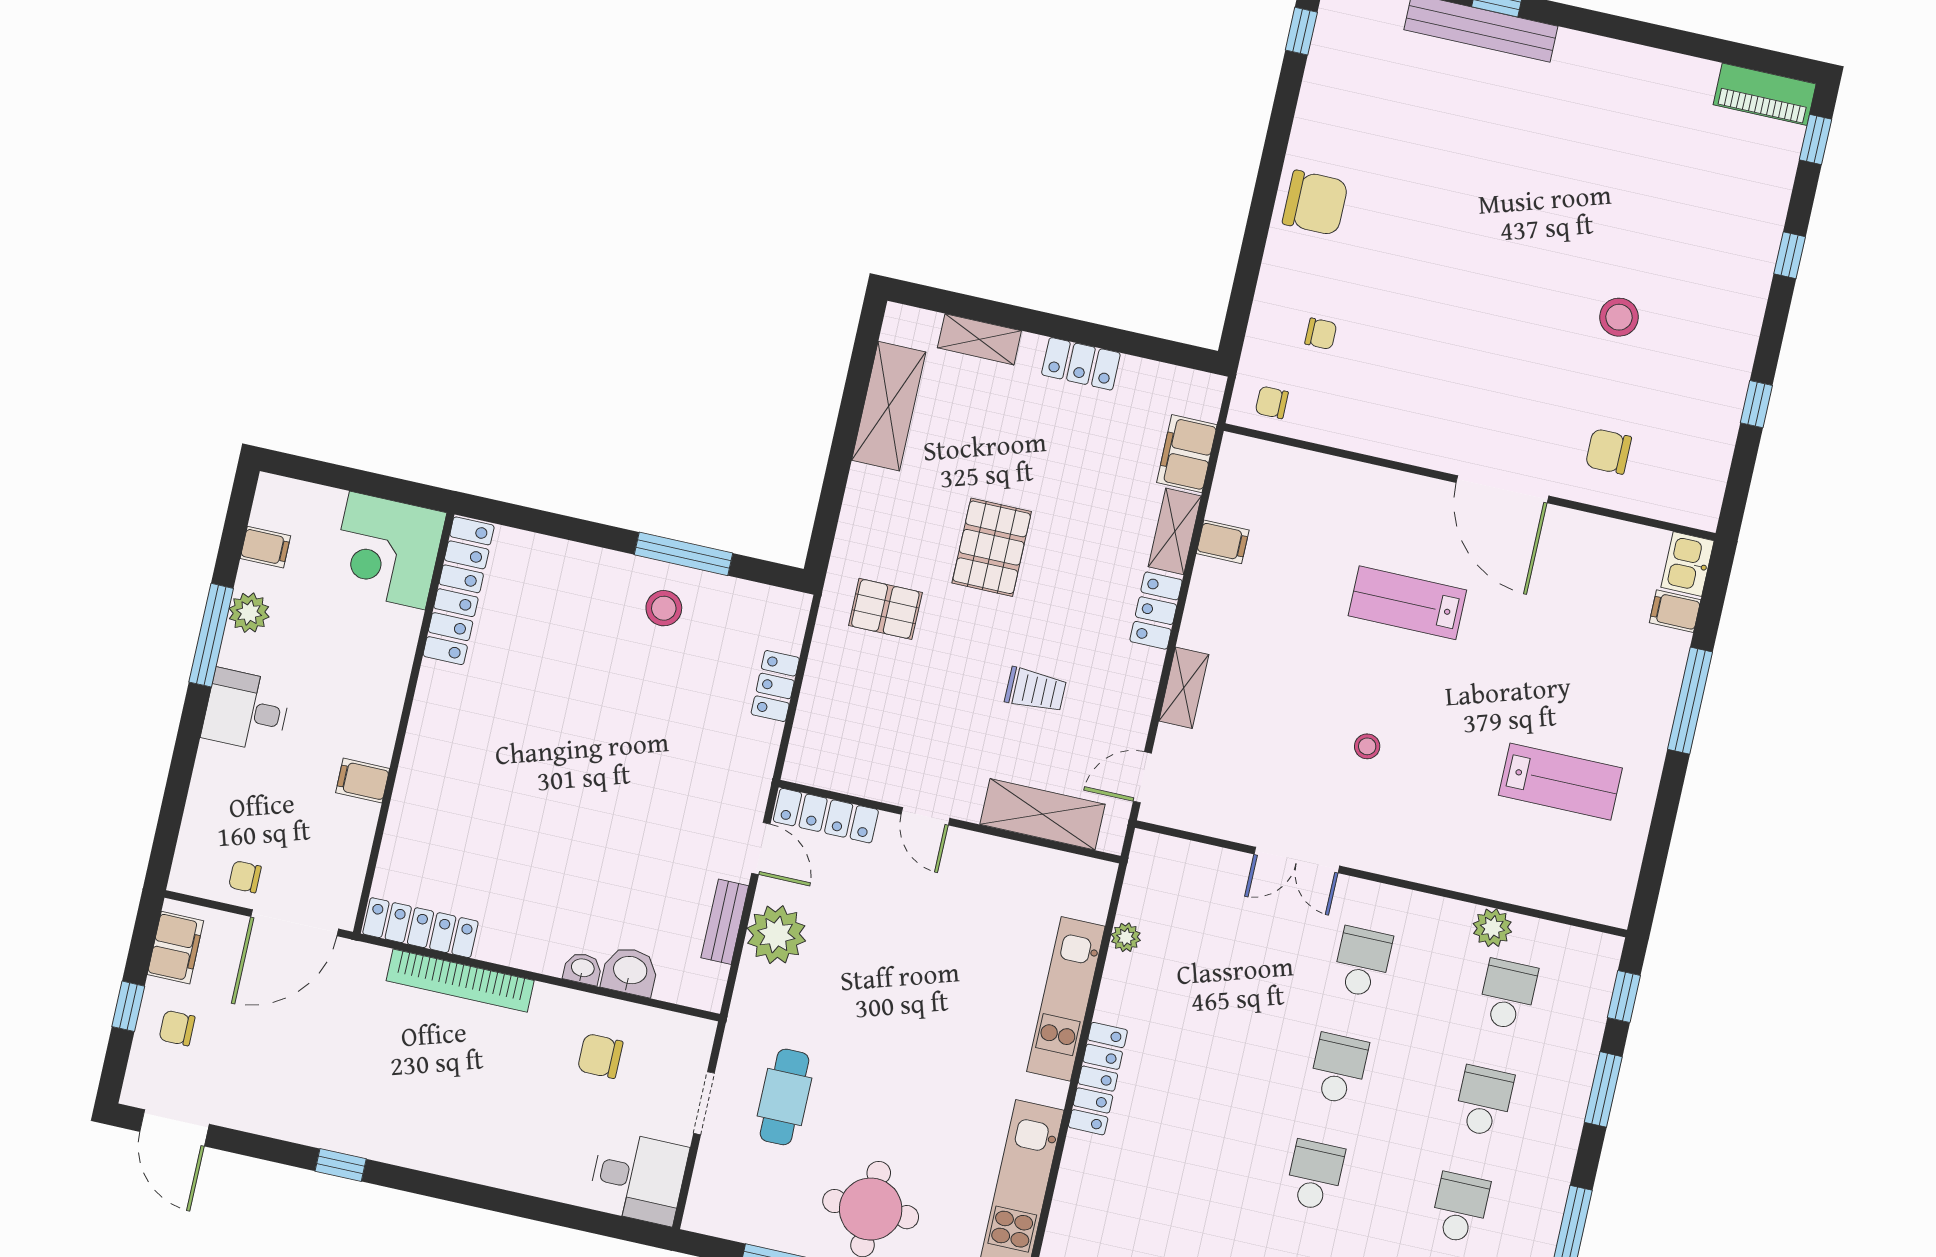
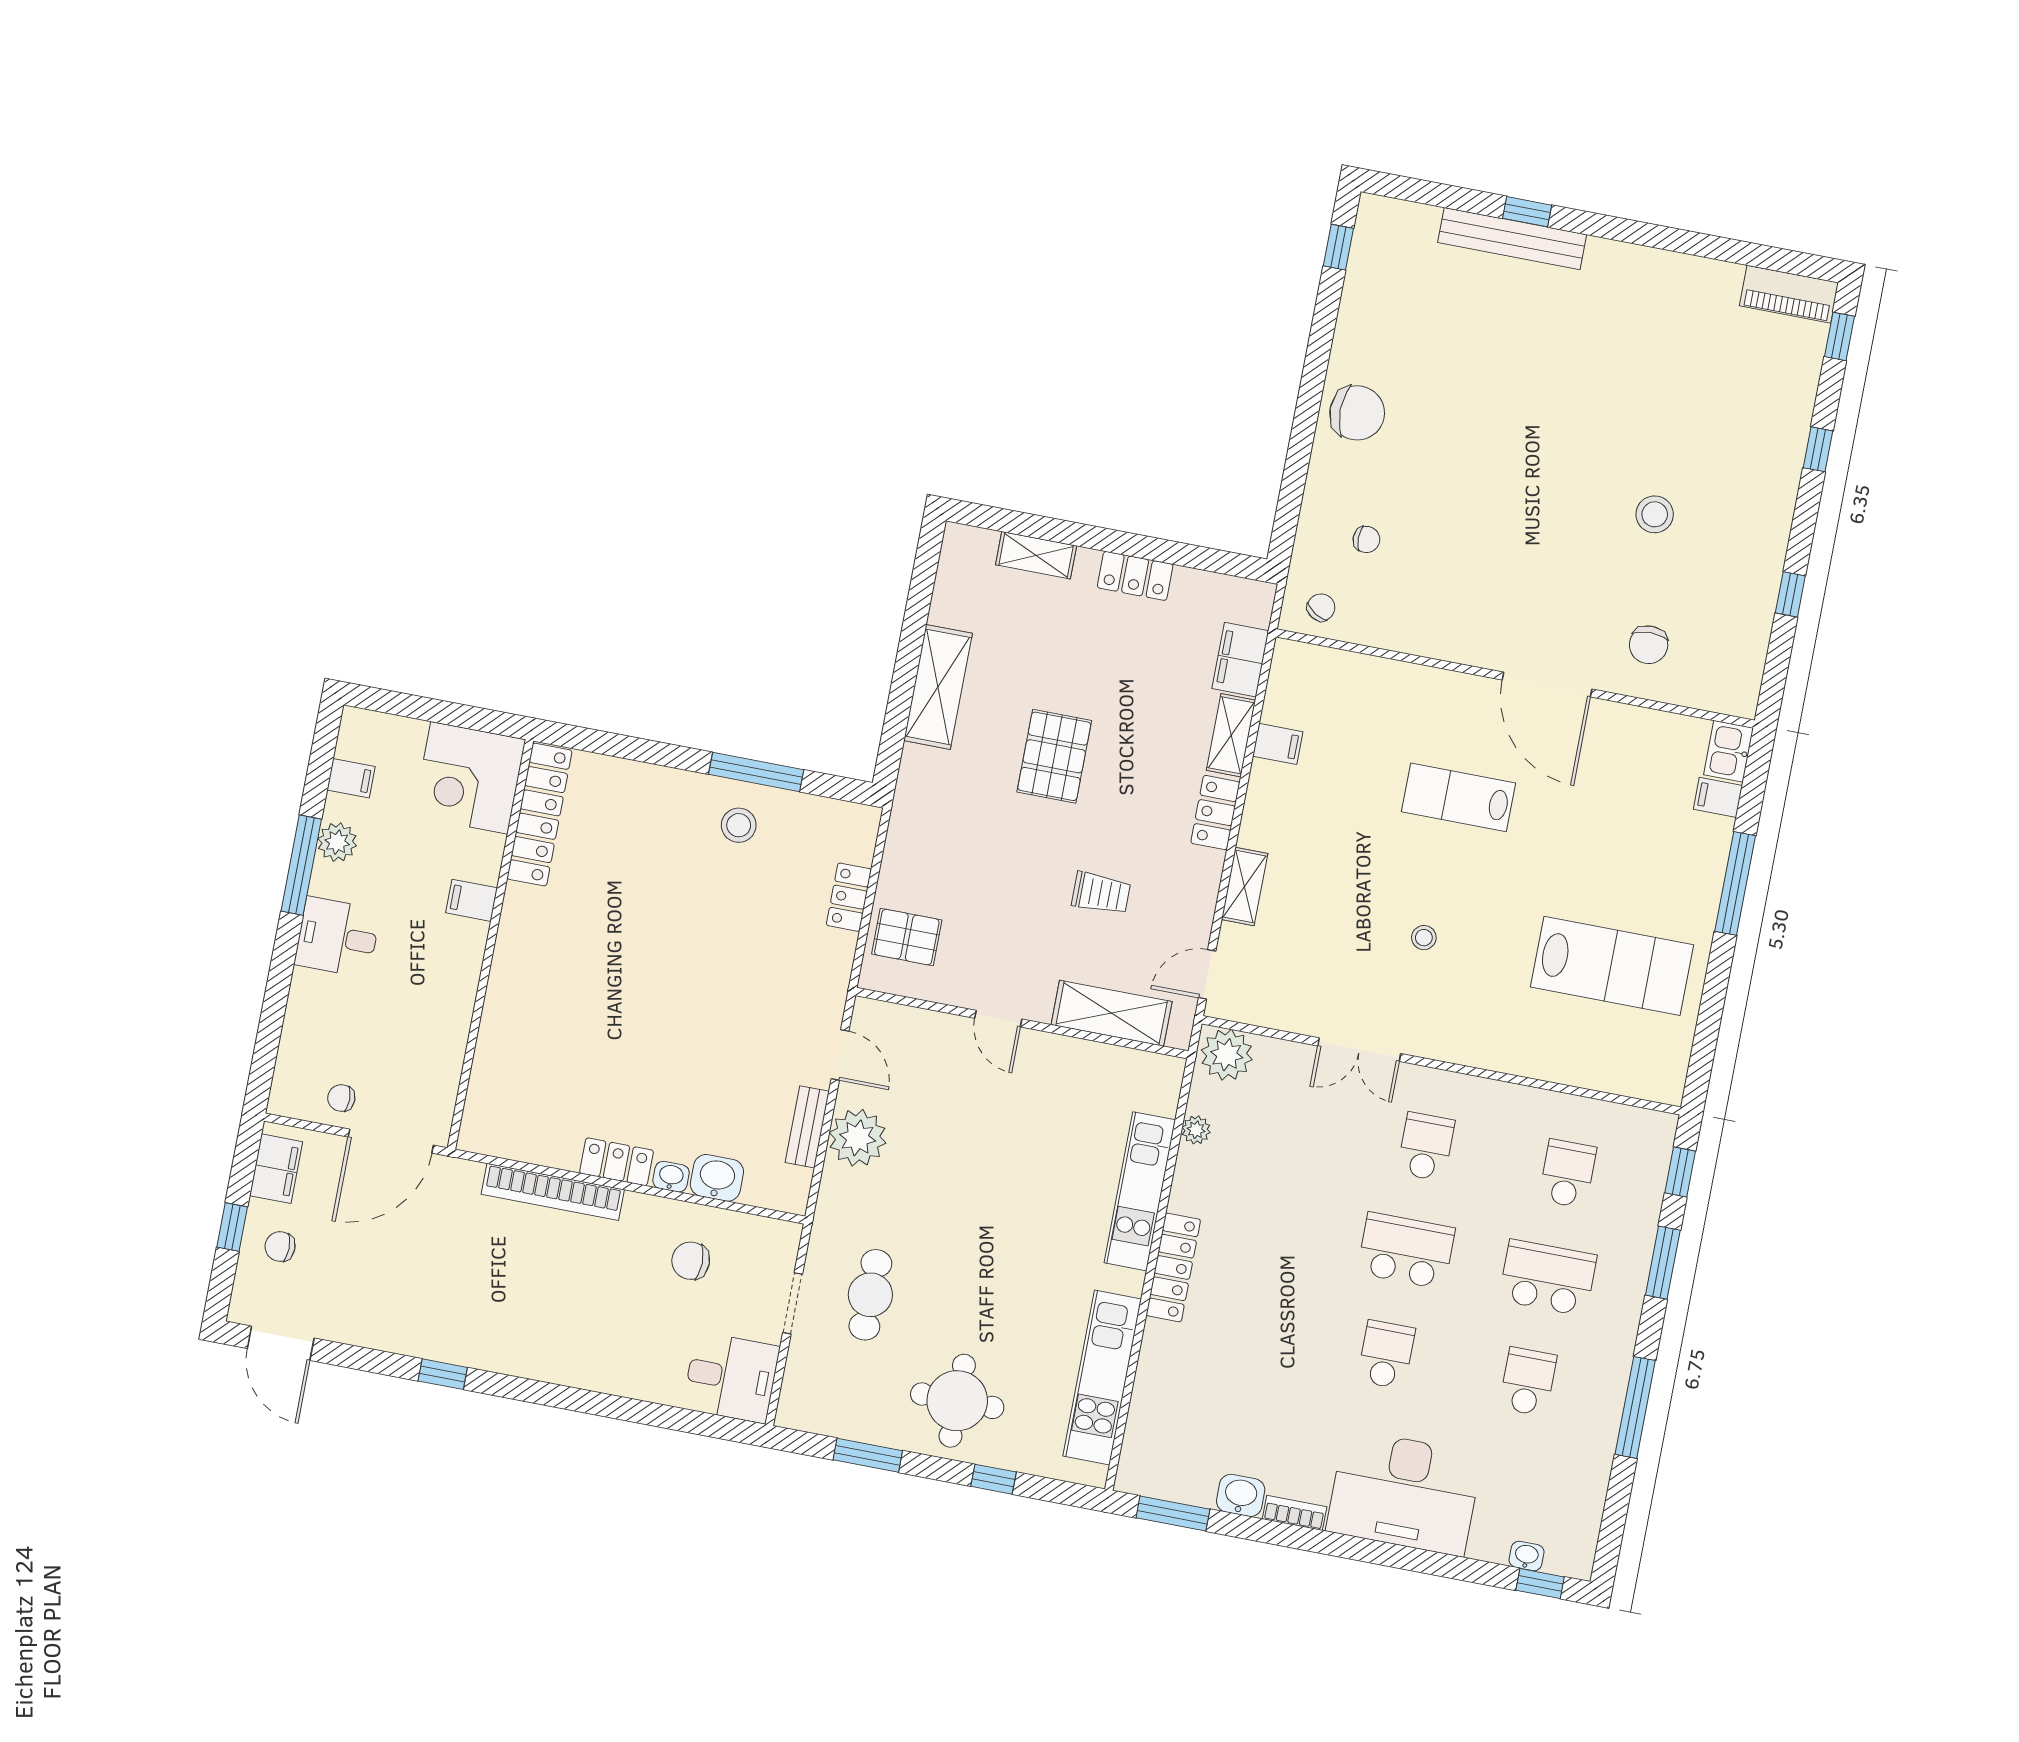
chair: (1272, 402) -> (1321, 607), turned 122
shelving: (889, 406) -> (938, 687), moved
chair: (1608, 451) -> (1649, 645), turned -90
pallet: (885, 609) -> (907, 937), moved
filing cabinet: (363, 781) -> (472, 900), moved
lab bench: (1560, 782) -> (1612, 966), width x1.36, depth x1.39
locker: (826, 816) -> (902, 1021), removed
locker: (420, 928) -> (616, 1162), moved, width x0.66
plant: (1492, 928) -> (1227, 1055), moved, width x1.36, depth x1.36
school desk: (1339, 1069) -> (1406, 1251), width x1.85
school desk: (1484, 1101) -> (1548, 1278), width x1.85

